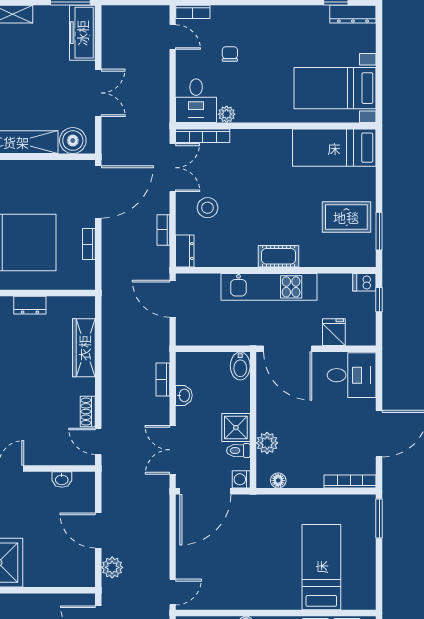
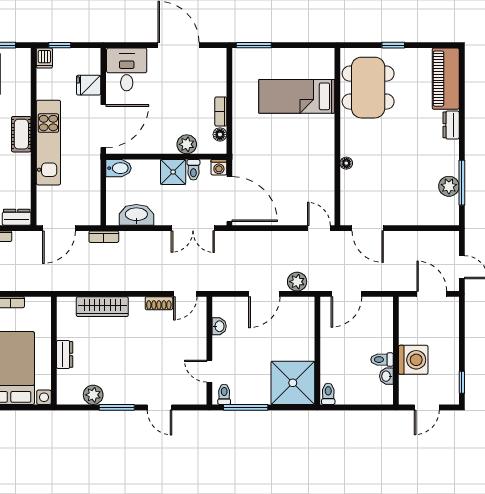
bookcase: (163, 379) -> (104, 237), moved
washbasin: (184, 395) -> (136, 215), width x1.91, depth x1.45
bookcase: (350, 481) -> (221, 112), moved, width x0.64

